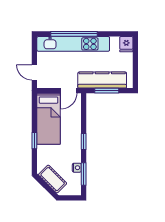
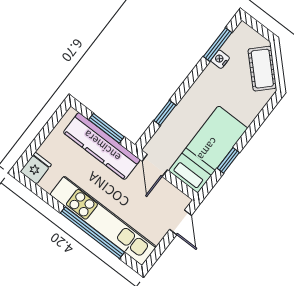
door: (69, 91) -> (155, 165), swing flipped
window: (34, 141) -> (228, 160), moved
window: (84, 142) -> (165, 113), moved

